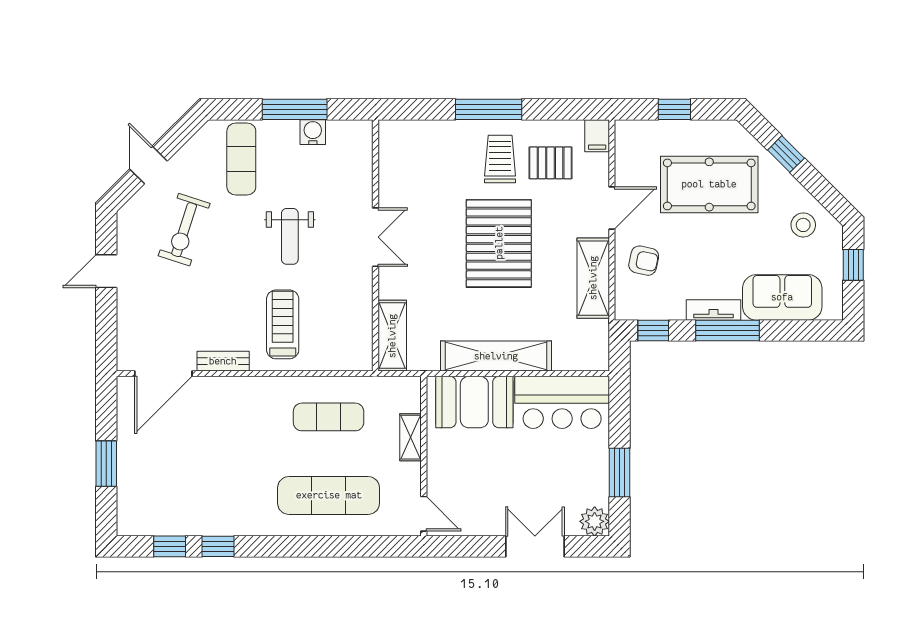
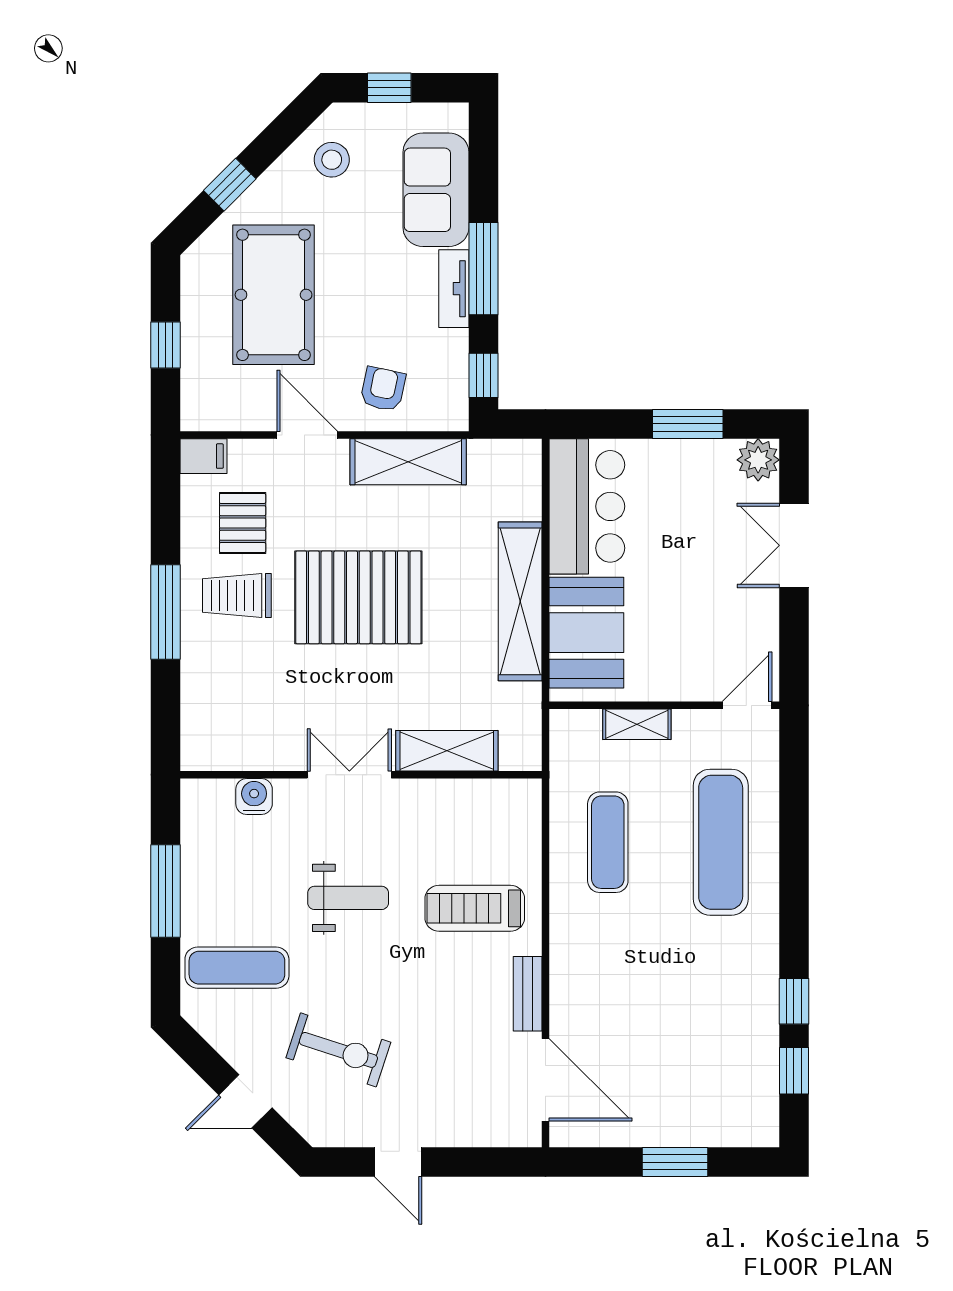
water cooler: (313, 132) -> (254, 796), moved, turned 90
shelving: (392, 336) -> (447, 751), moved

